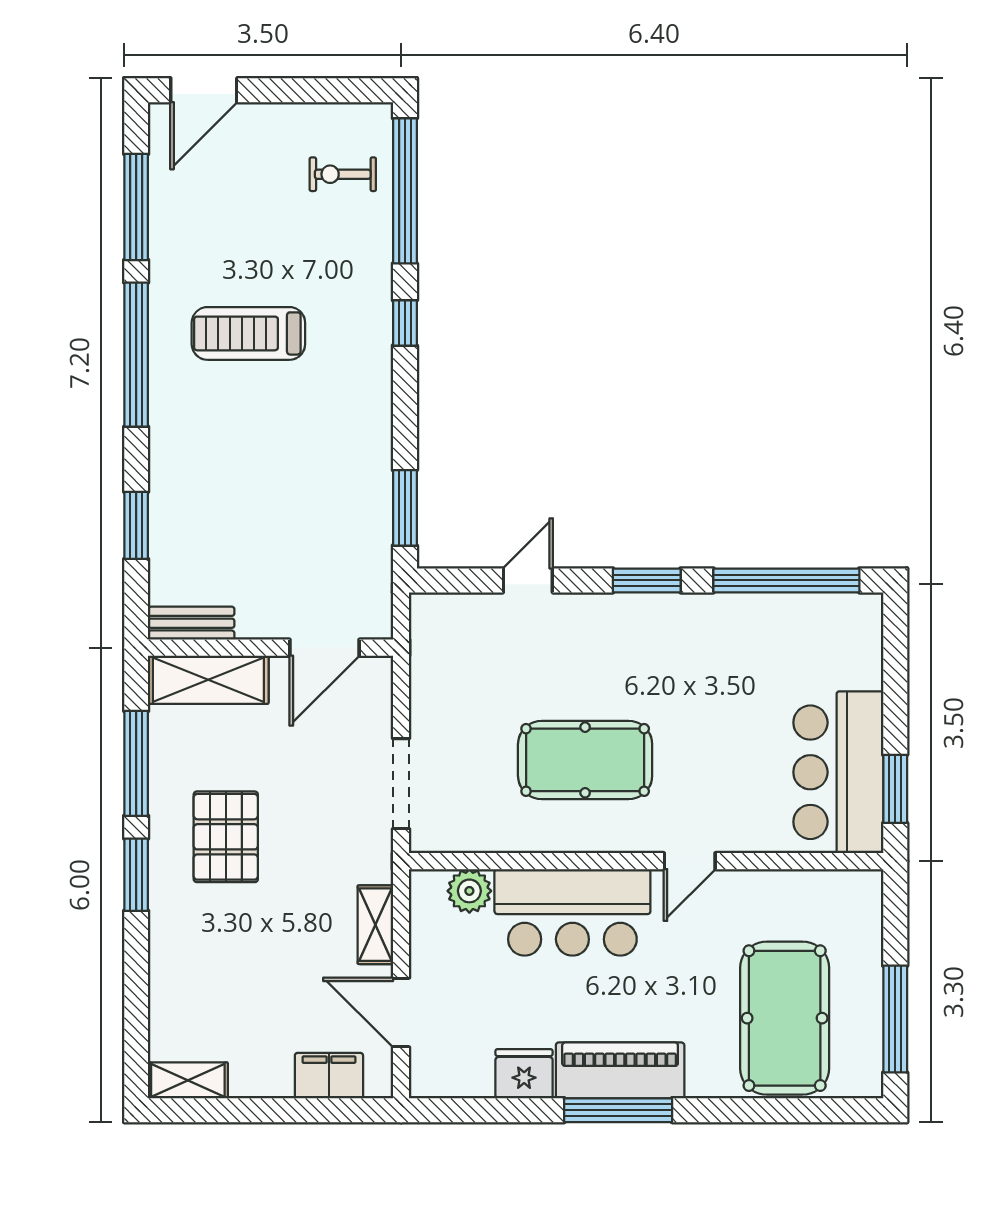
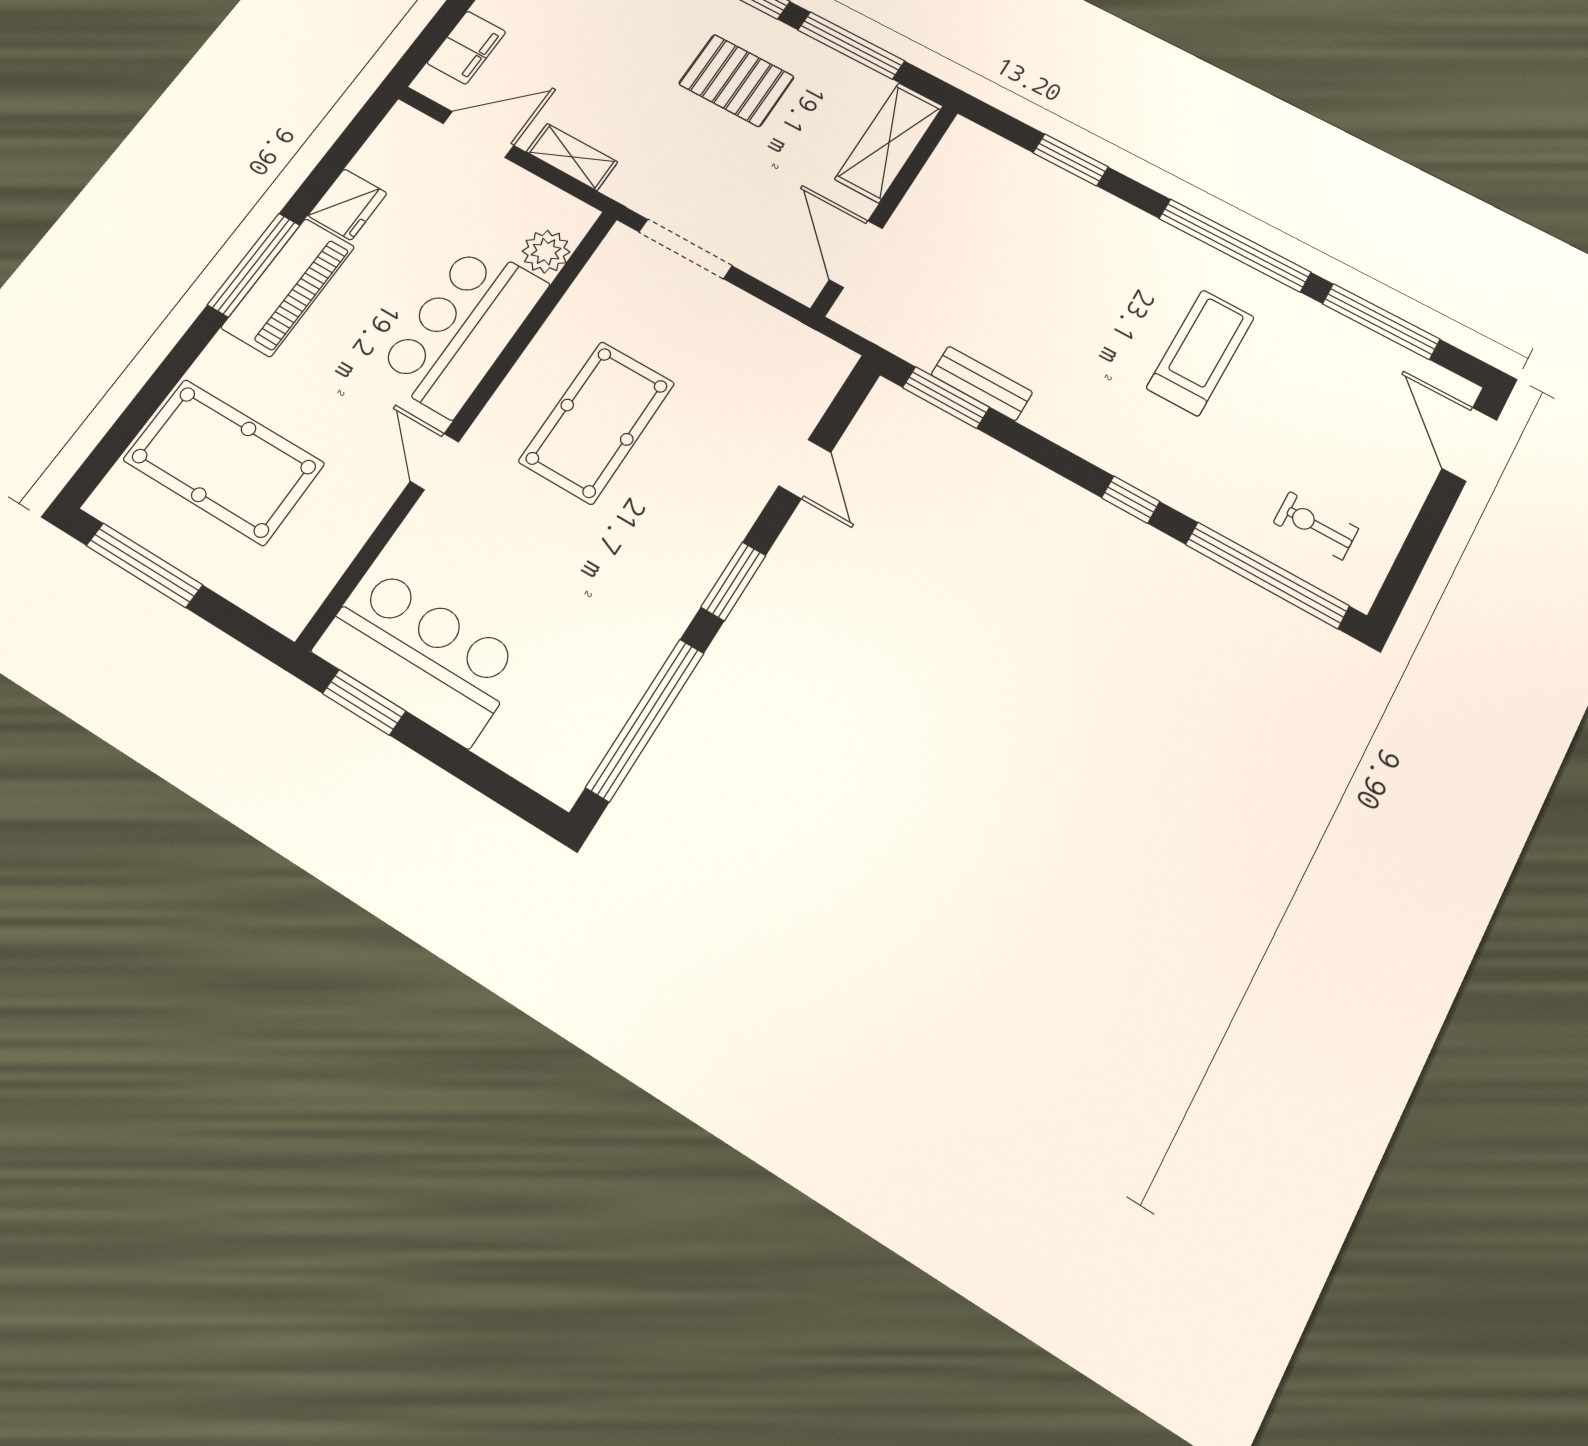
exercise bike: (343, 174) -> (1316, 526), turned -90
bench: (191, 623) -> (982, 383), moved, turned 90

